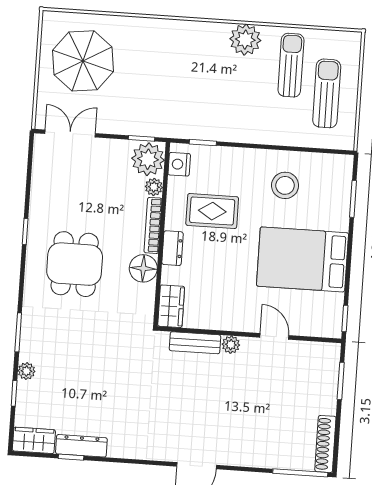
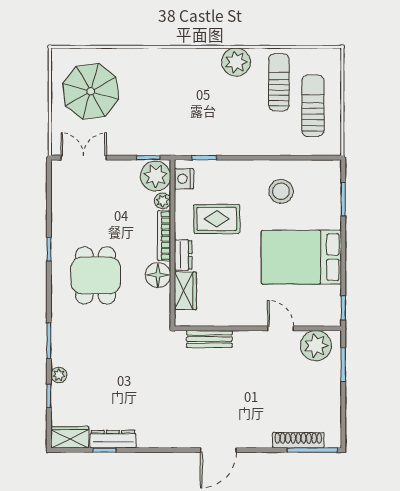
wardrobe: (171, 306) -> (185, 291), moved
plant: (231, 345) -> (316, 346), moved, width x1.87, depth x1.87
shoe rack: (325, 444) -> (298, 440), moved, turned 90

